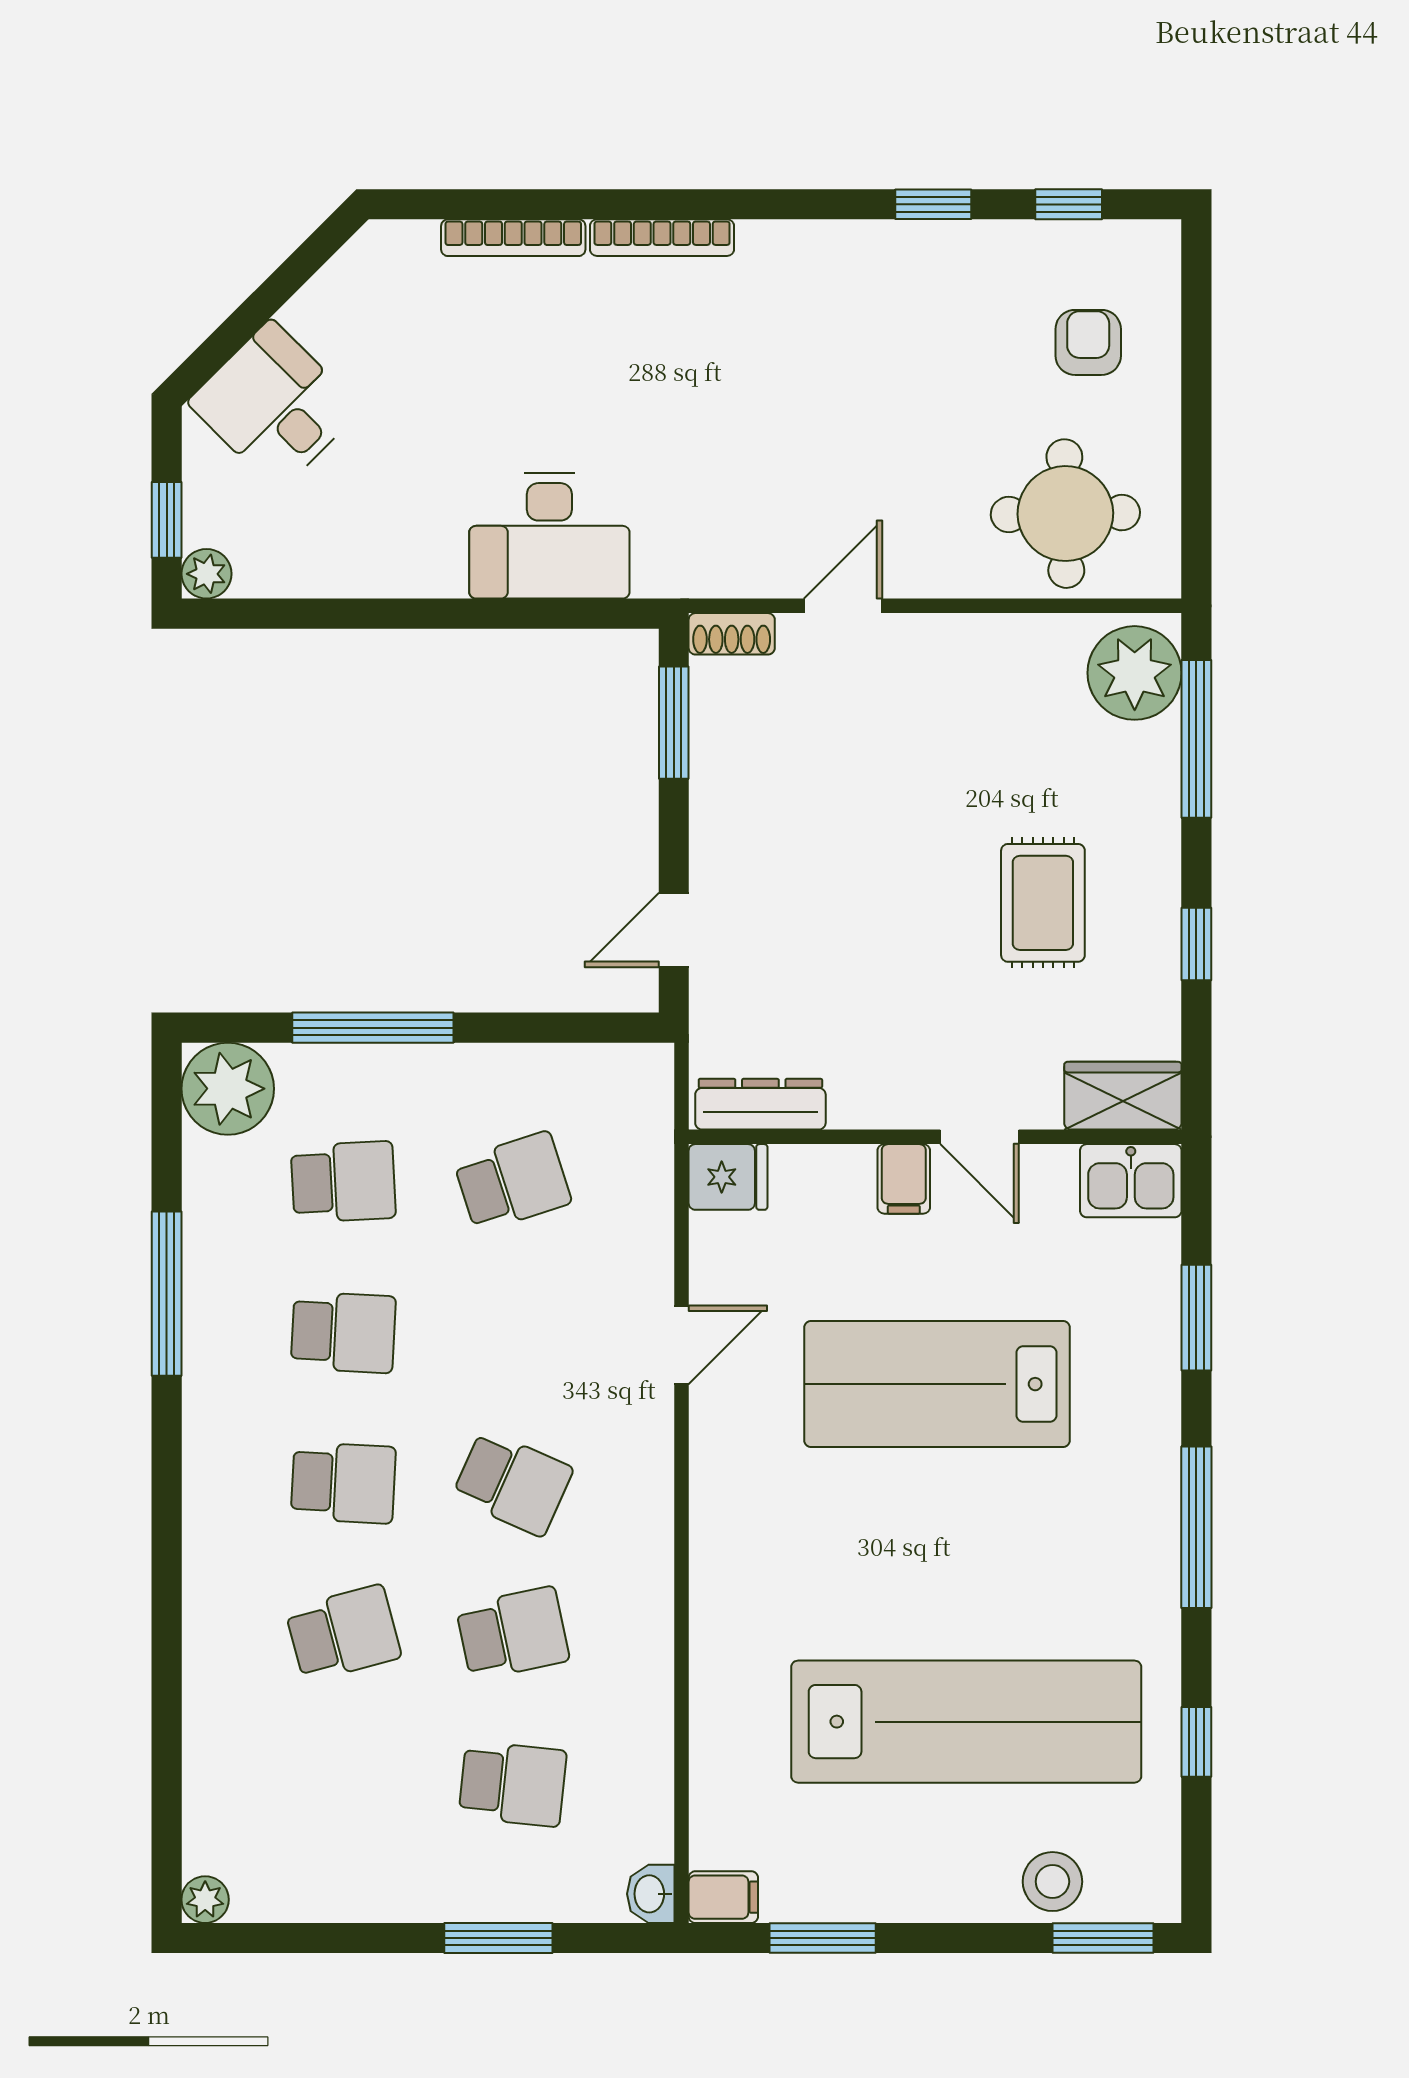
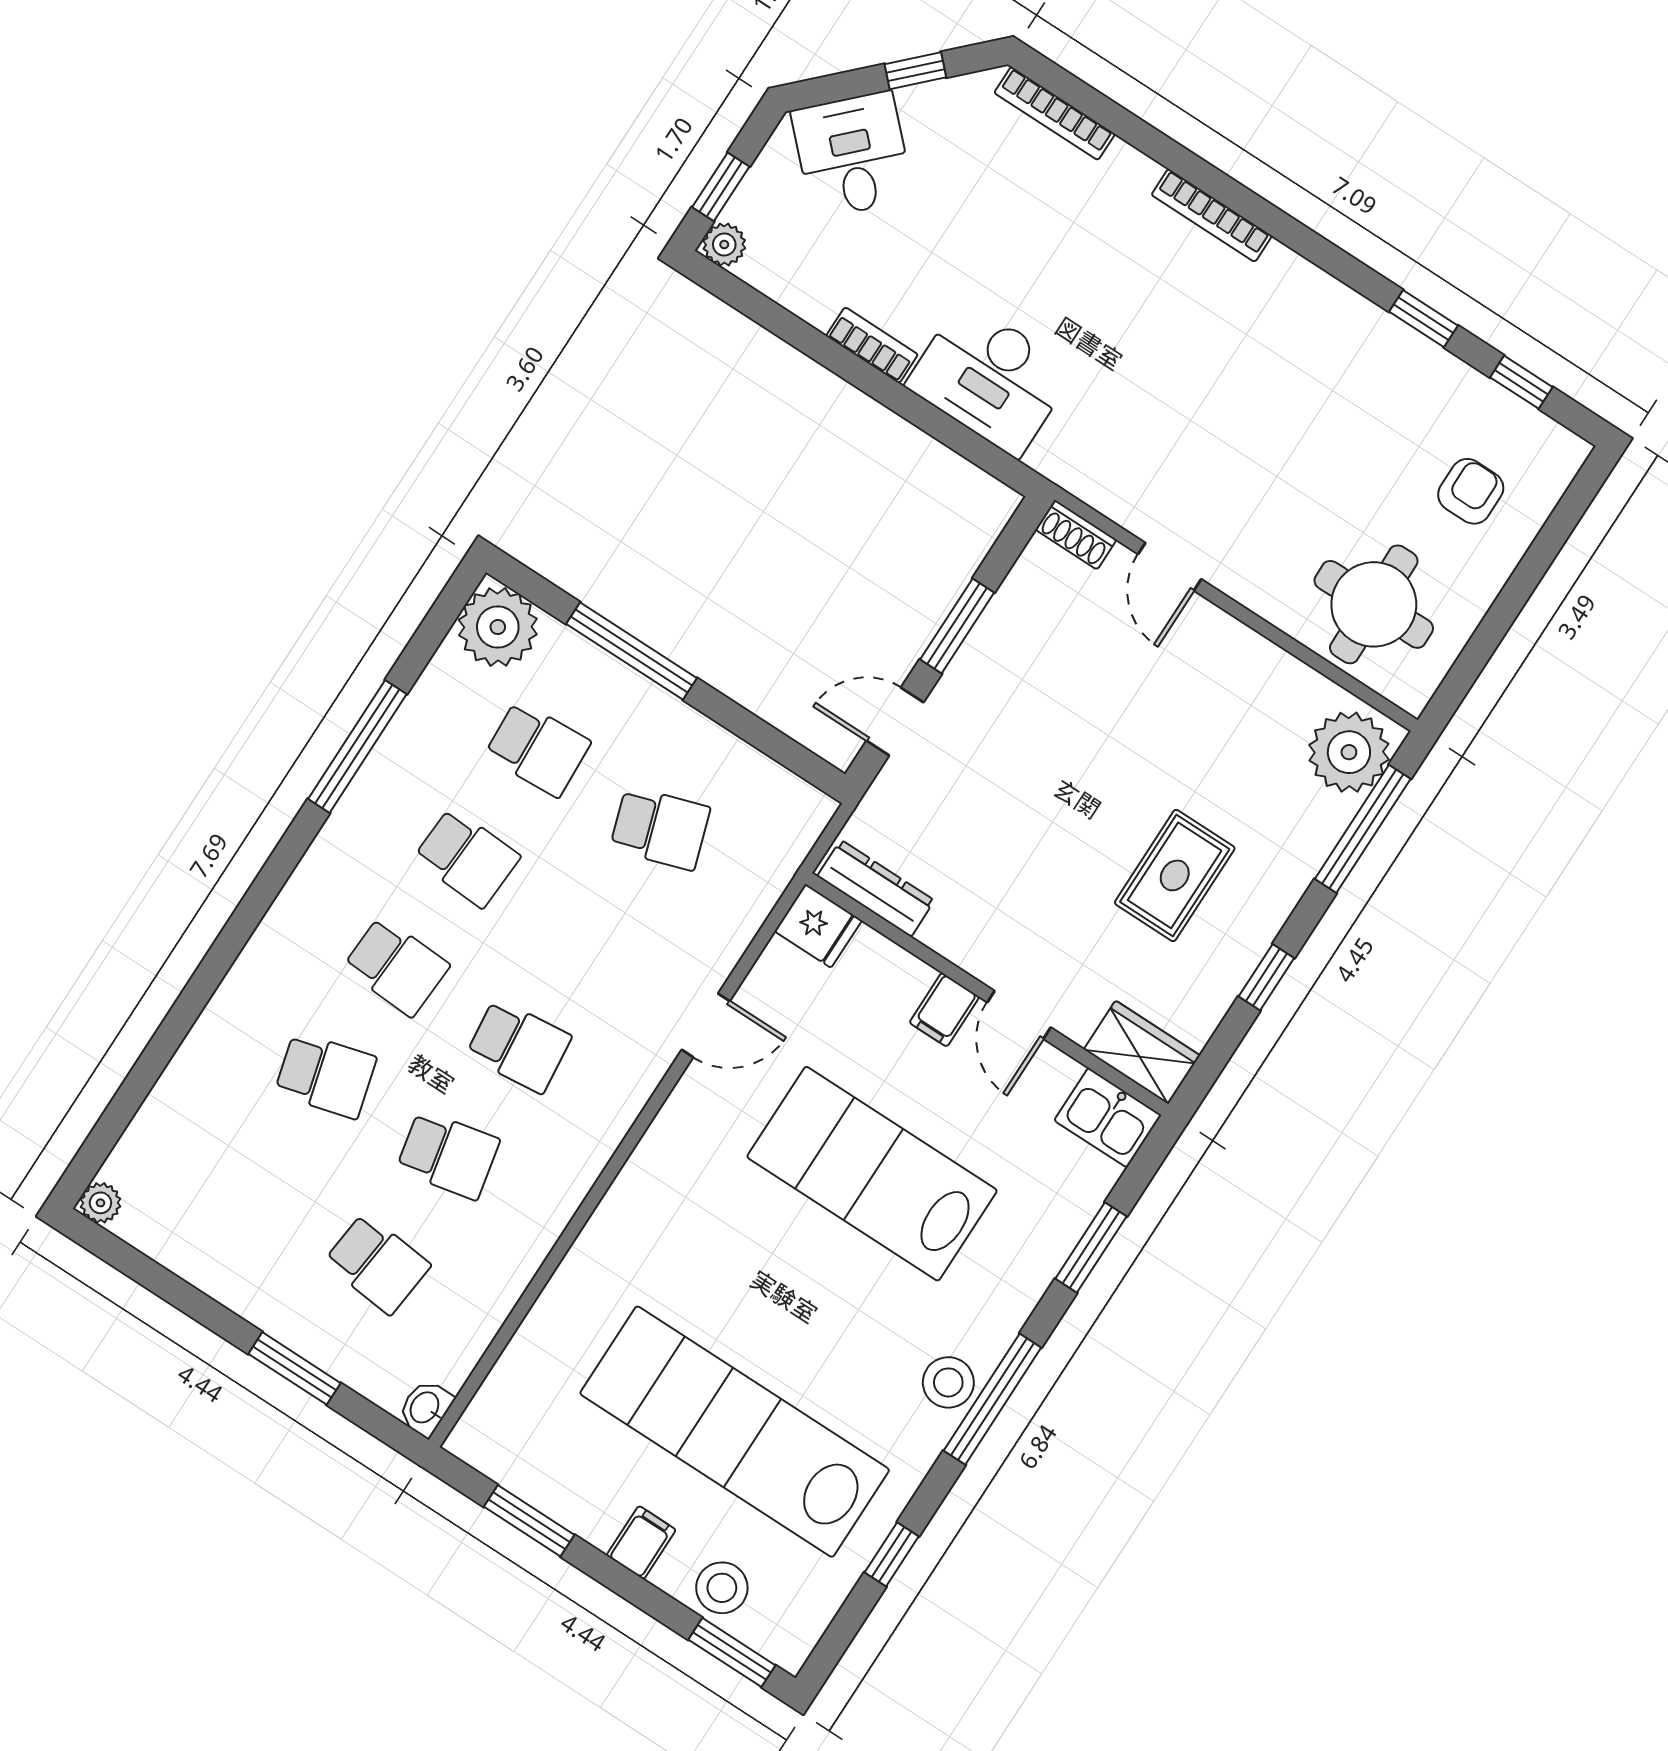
bookcase: (513, 238) -> (1055, 113), moved
window: (283, 284) -> (915, 71), added
bookcase: (414, 578) -> (872, 345), added
door: (843, 606) -> (1170, 567), swing flipped
window: (674, 723) -> (957, 626), moved
school desk: (513, 1483) -> (519, 1046), turned -30
stool: (1143, 1539) -> (948, 1382), added
lab bench: (966, 1722) -> (735, 1432), turned 180
filing cabinet: (723, 1897) -> (641, 1543), moved, turned -90

